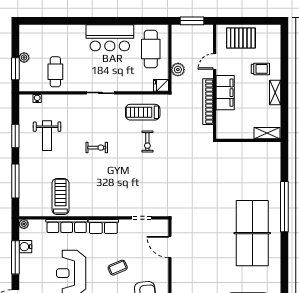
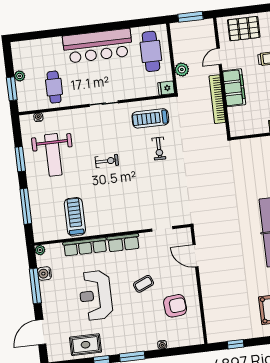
bar counter: (110, 38) -> (98, 46), width x1.36
weight bench: (47, 136) -> (53, 155), width x1.36, depth x1.33

